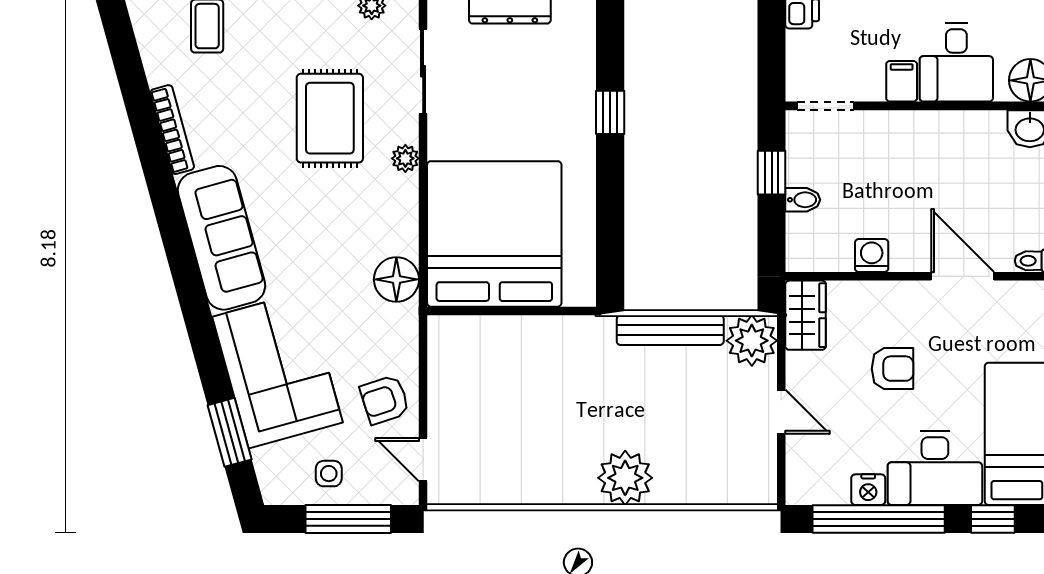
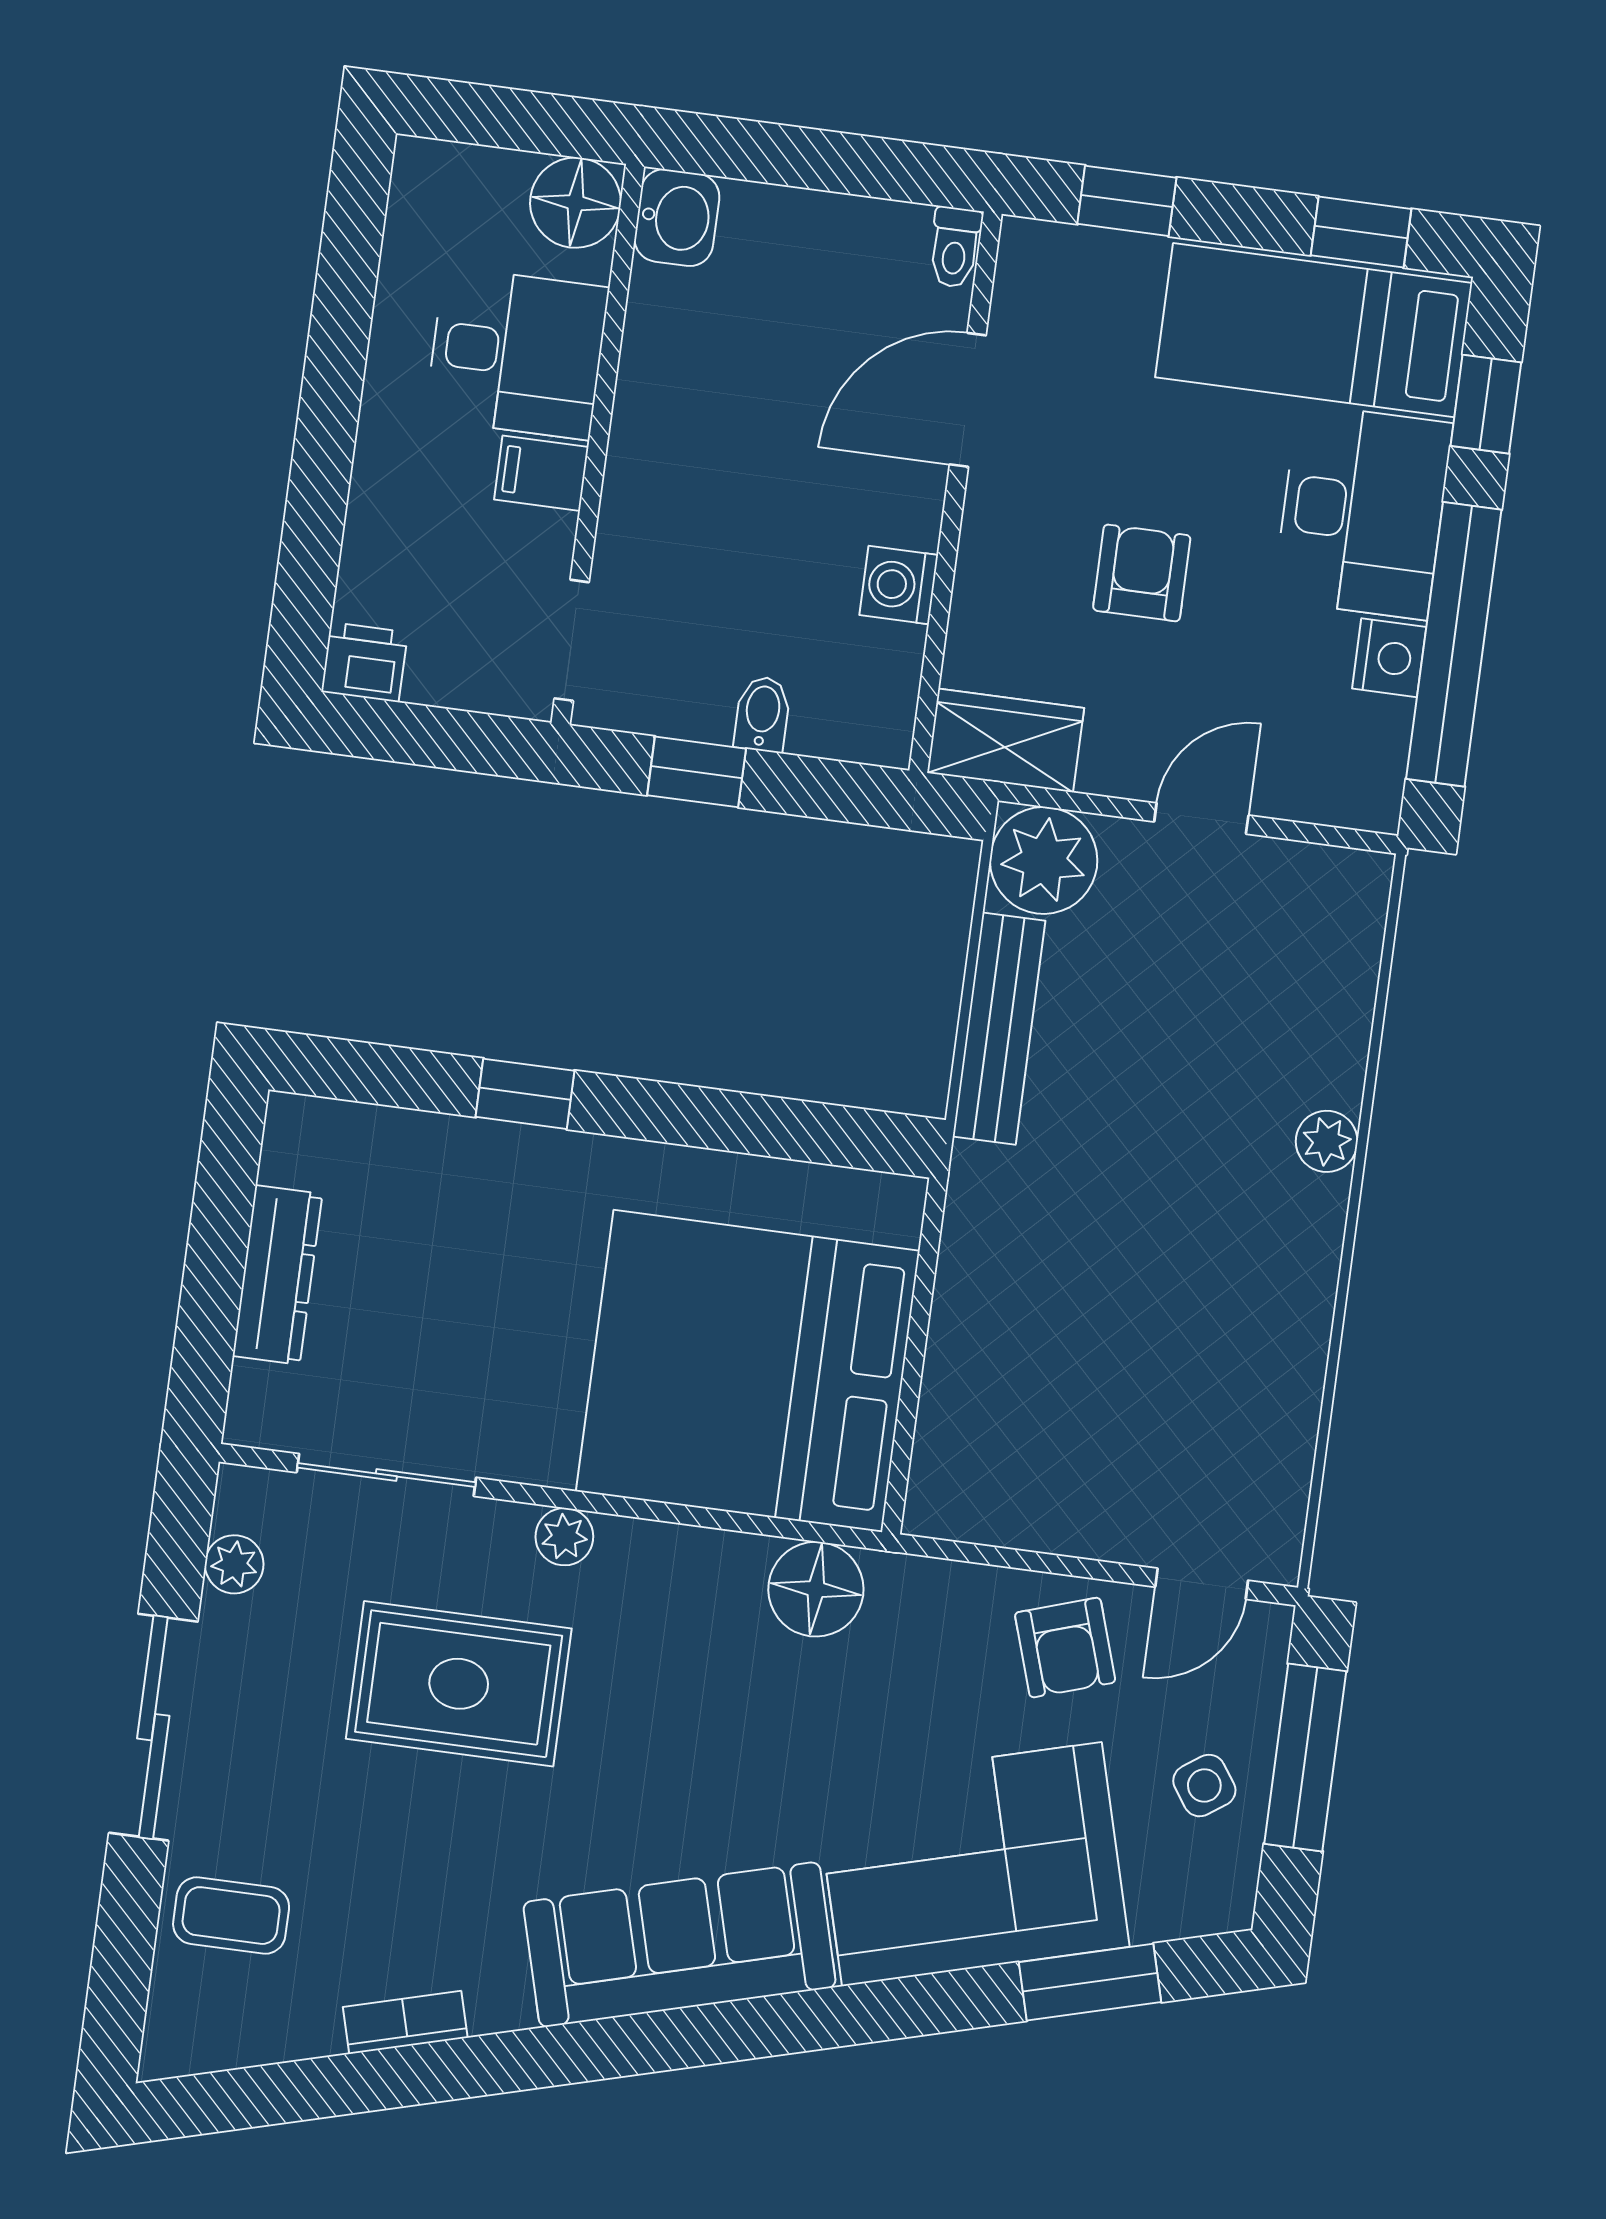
bookcase: (172, 130) -> (405, 2022), width x0.64
side table: (329, 474) -> (1204, 1786), turned -35
plant: (625, 478) -> (1327, 1141), width x0.53, depth x0.53

